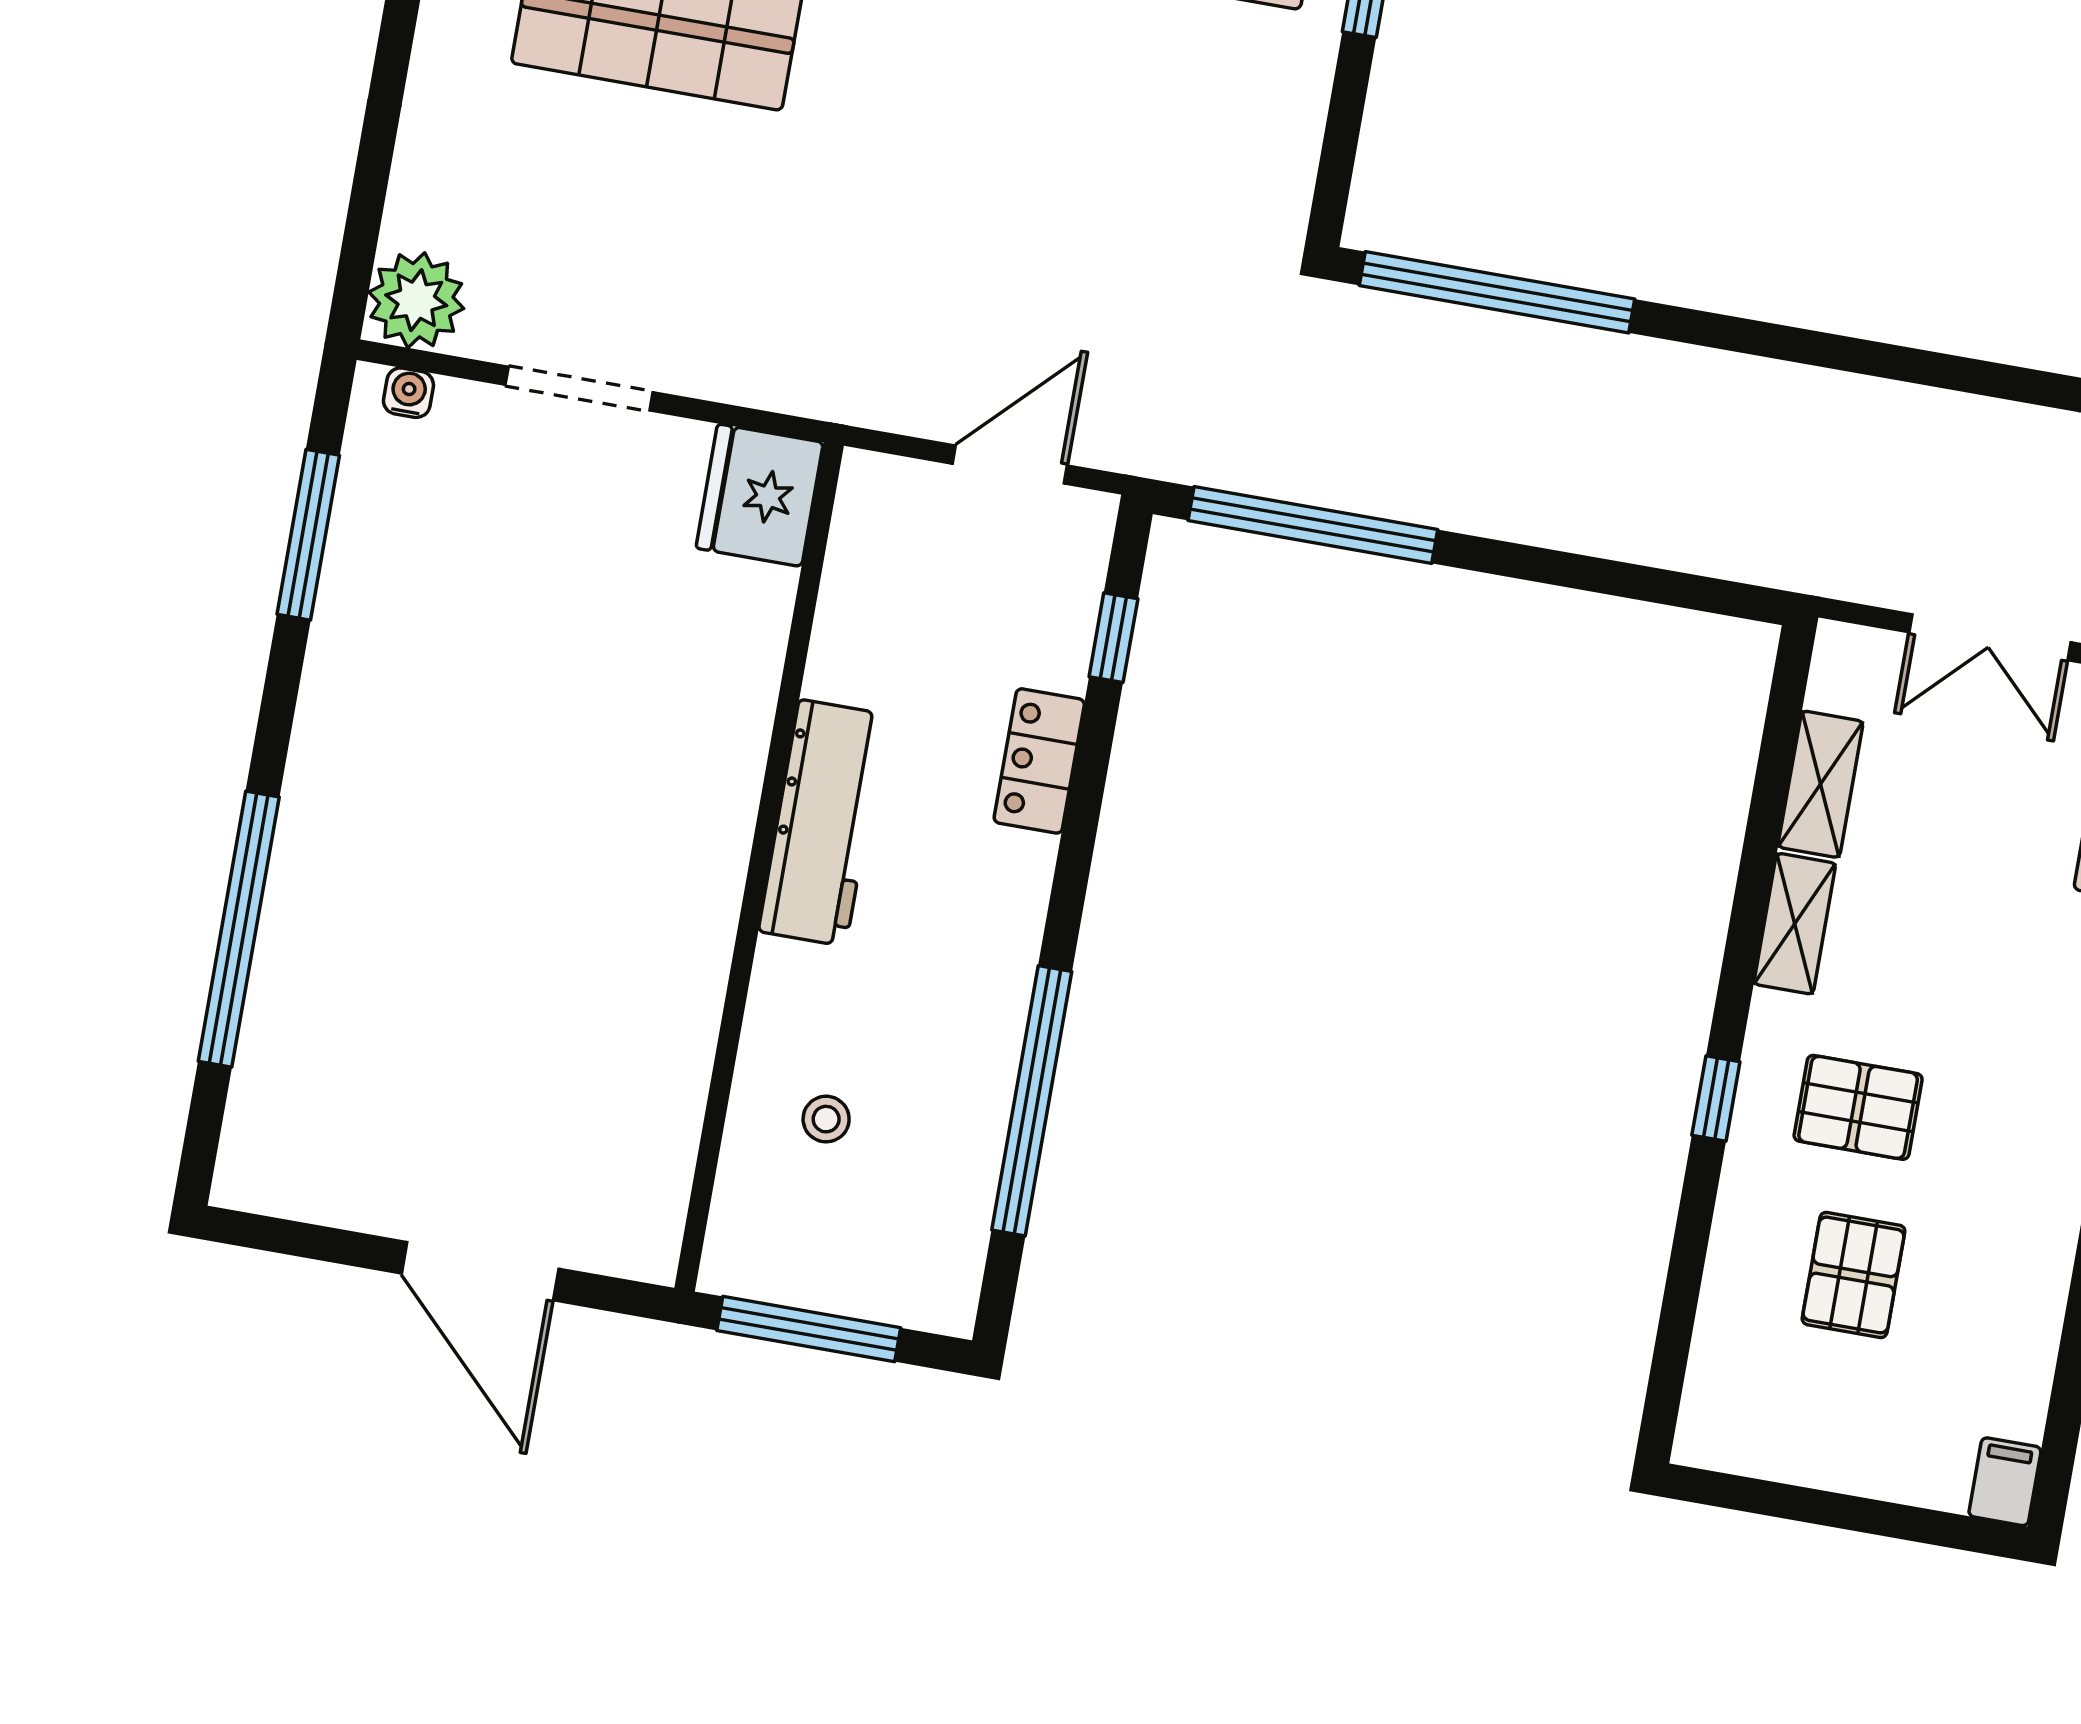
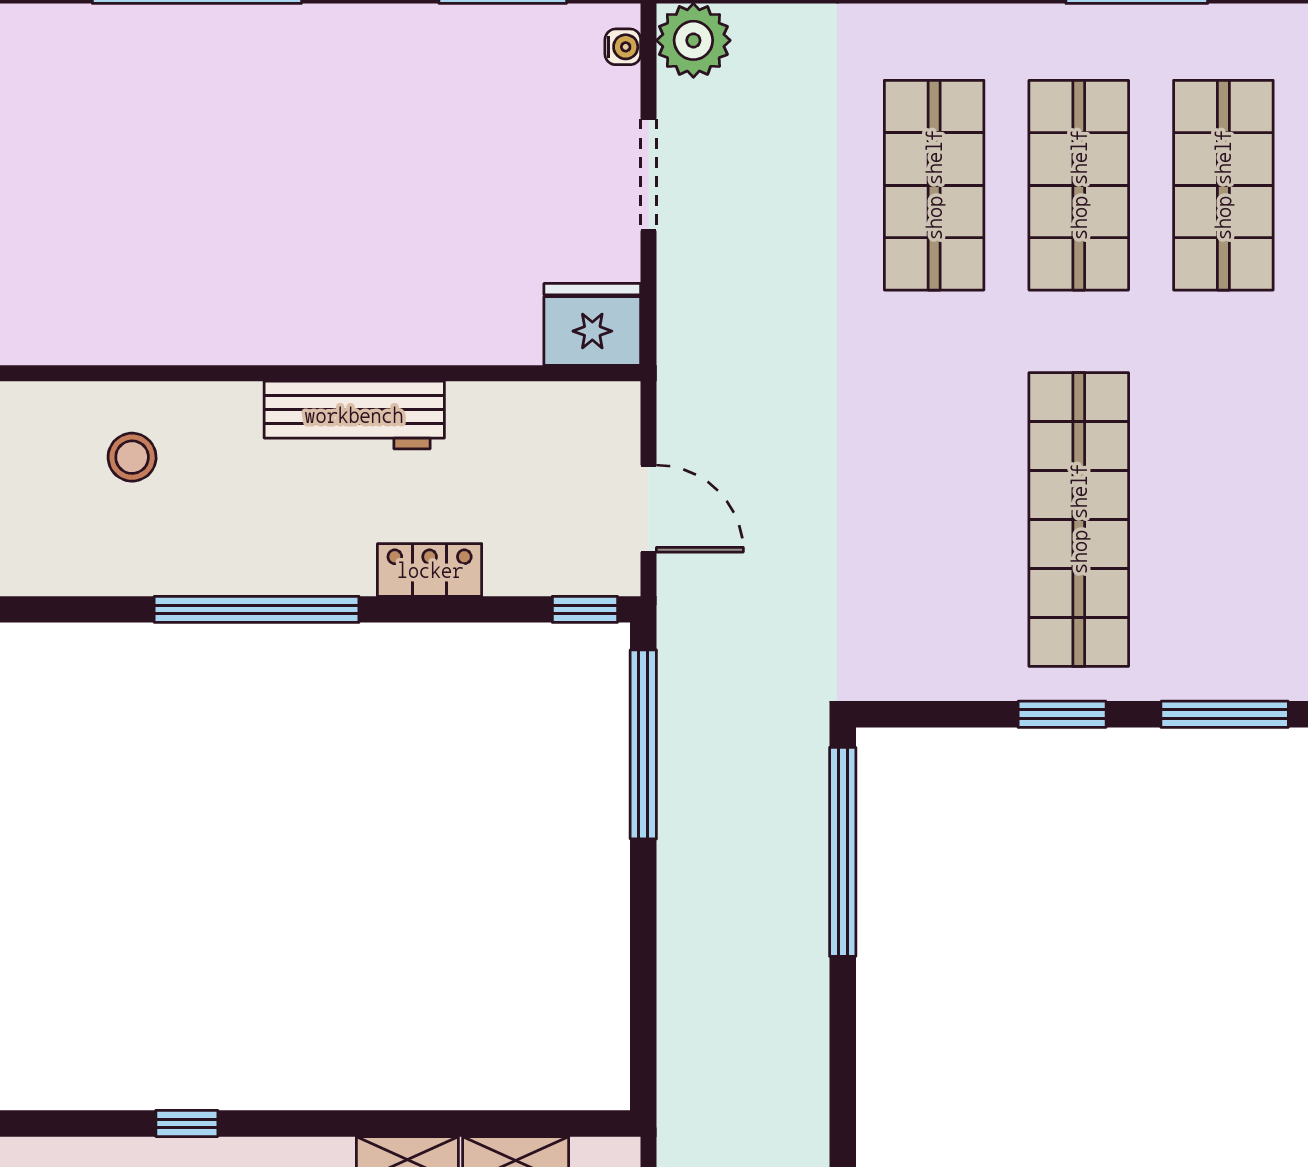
window: (1113, 638) -> (585, 609), moved
window: (1716, 1098) -> (187, 1123), moved
window: (1032, 1101) -> (257, 609), moved
stool: (826, 1119) -> (132, 457), width x1.37, depth x1.37

